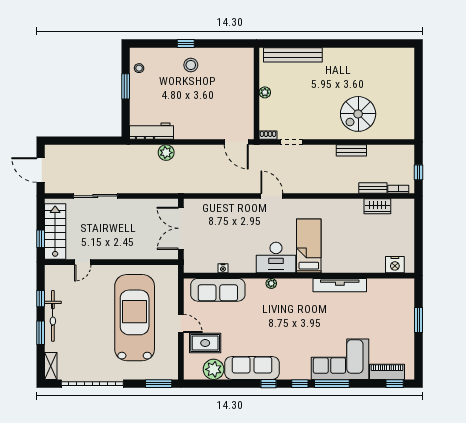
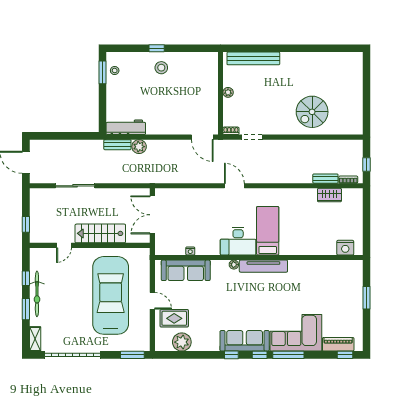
window: (126, 86) -> (103, 72), moved
bench: (351, 150) -> (117, 145), moved
stairs: (55, 232) -> (100, 233), moved, turned -90
tv unit: (340, 285) -> (263, 266), moved
sofa: (252, 368) -> (245, 341), moved

